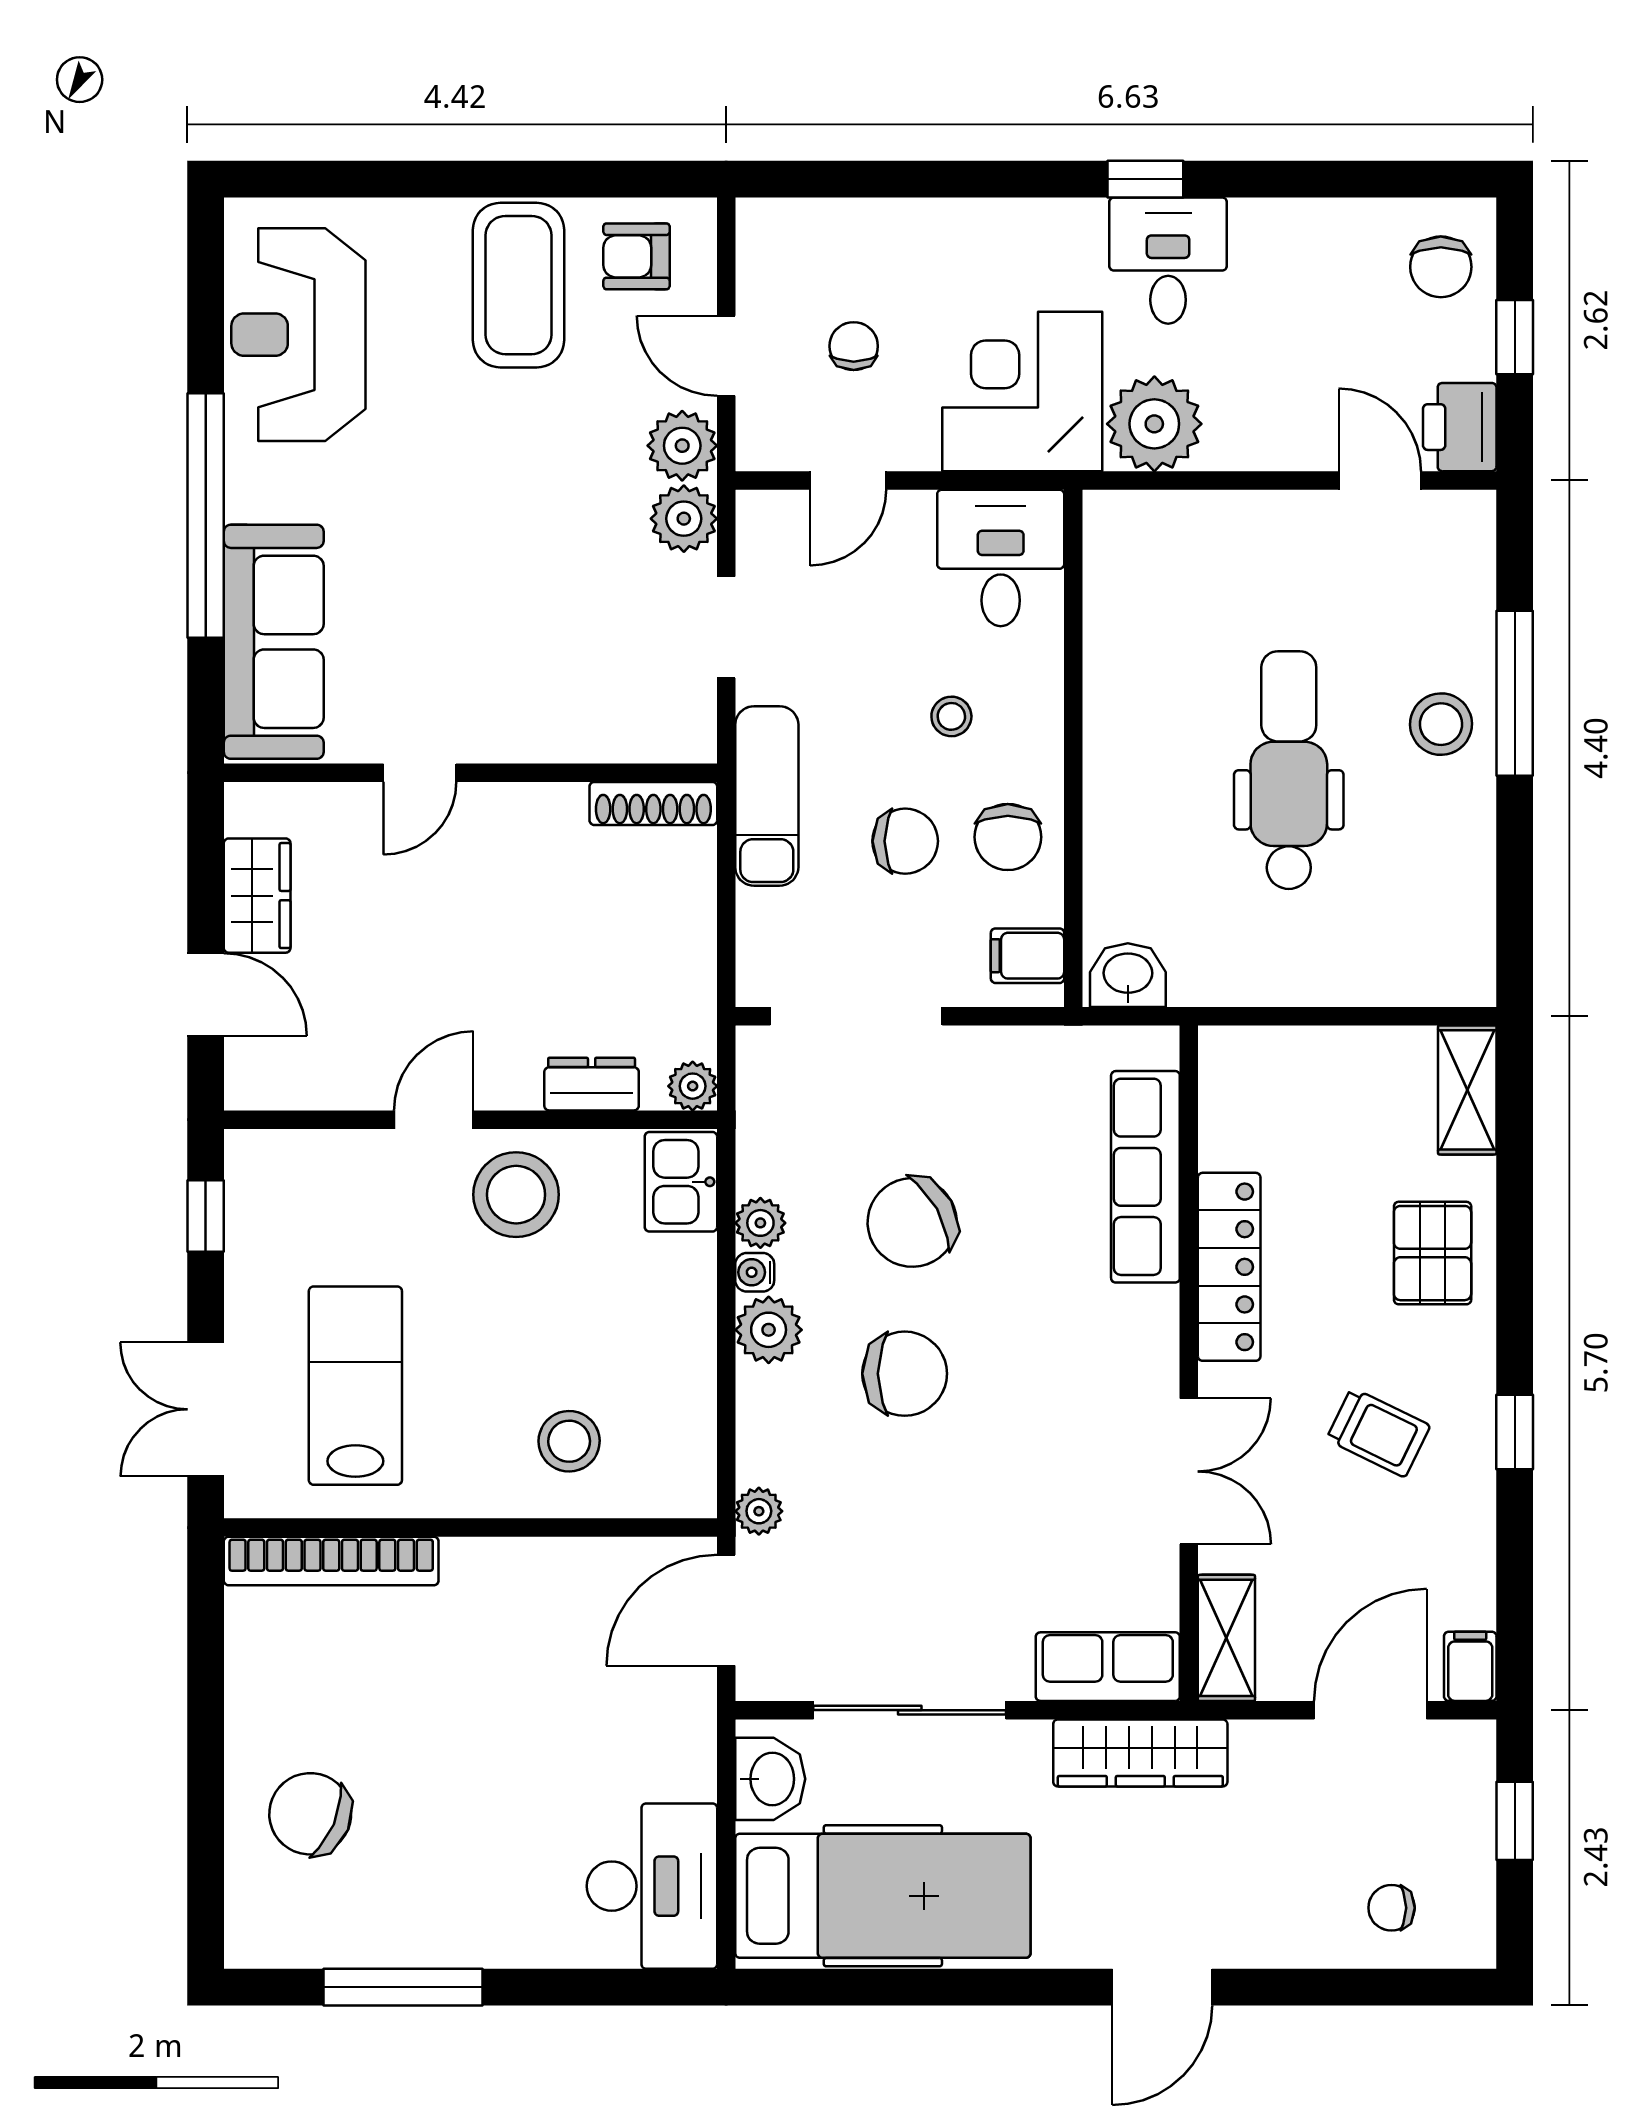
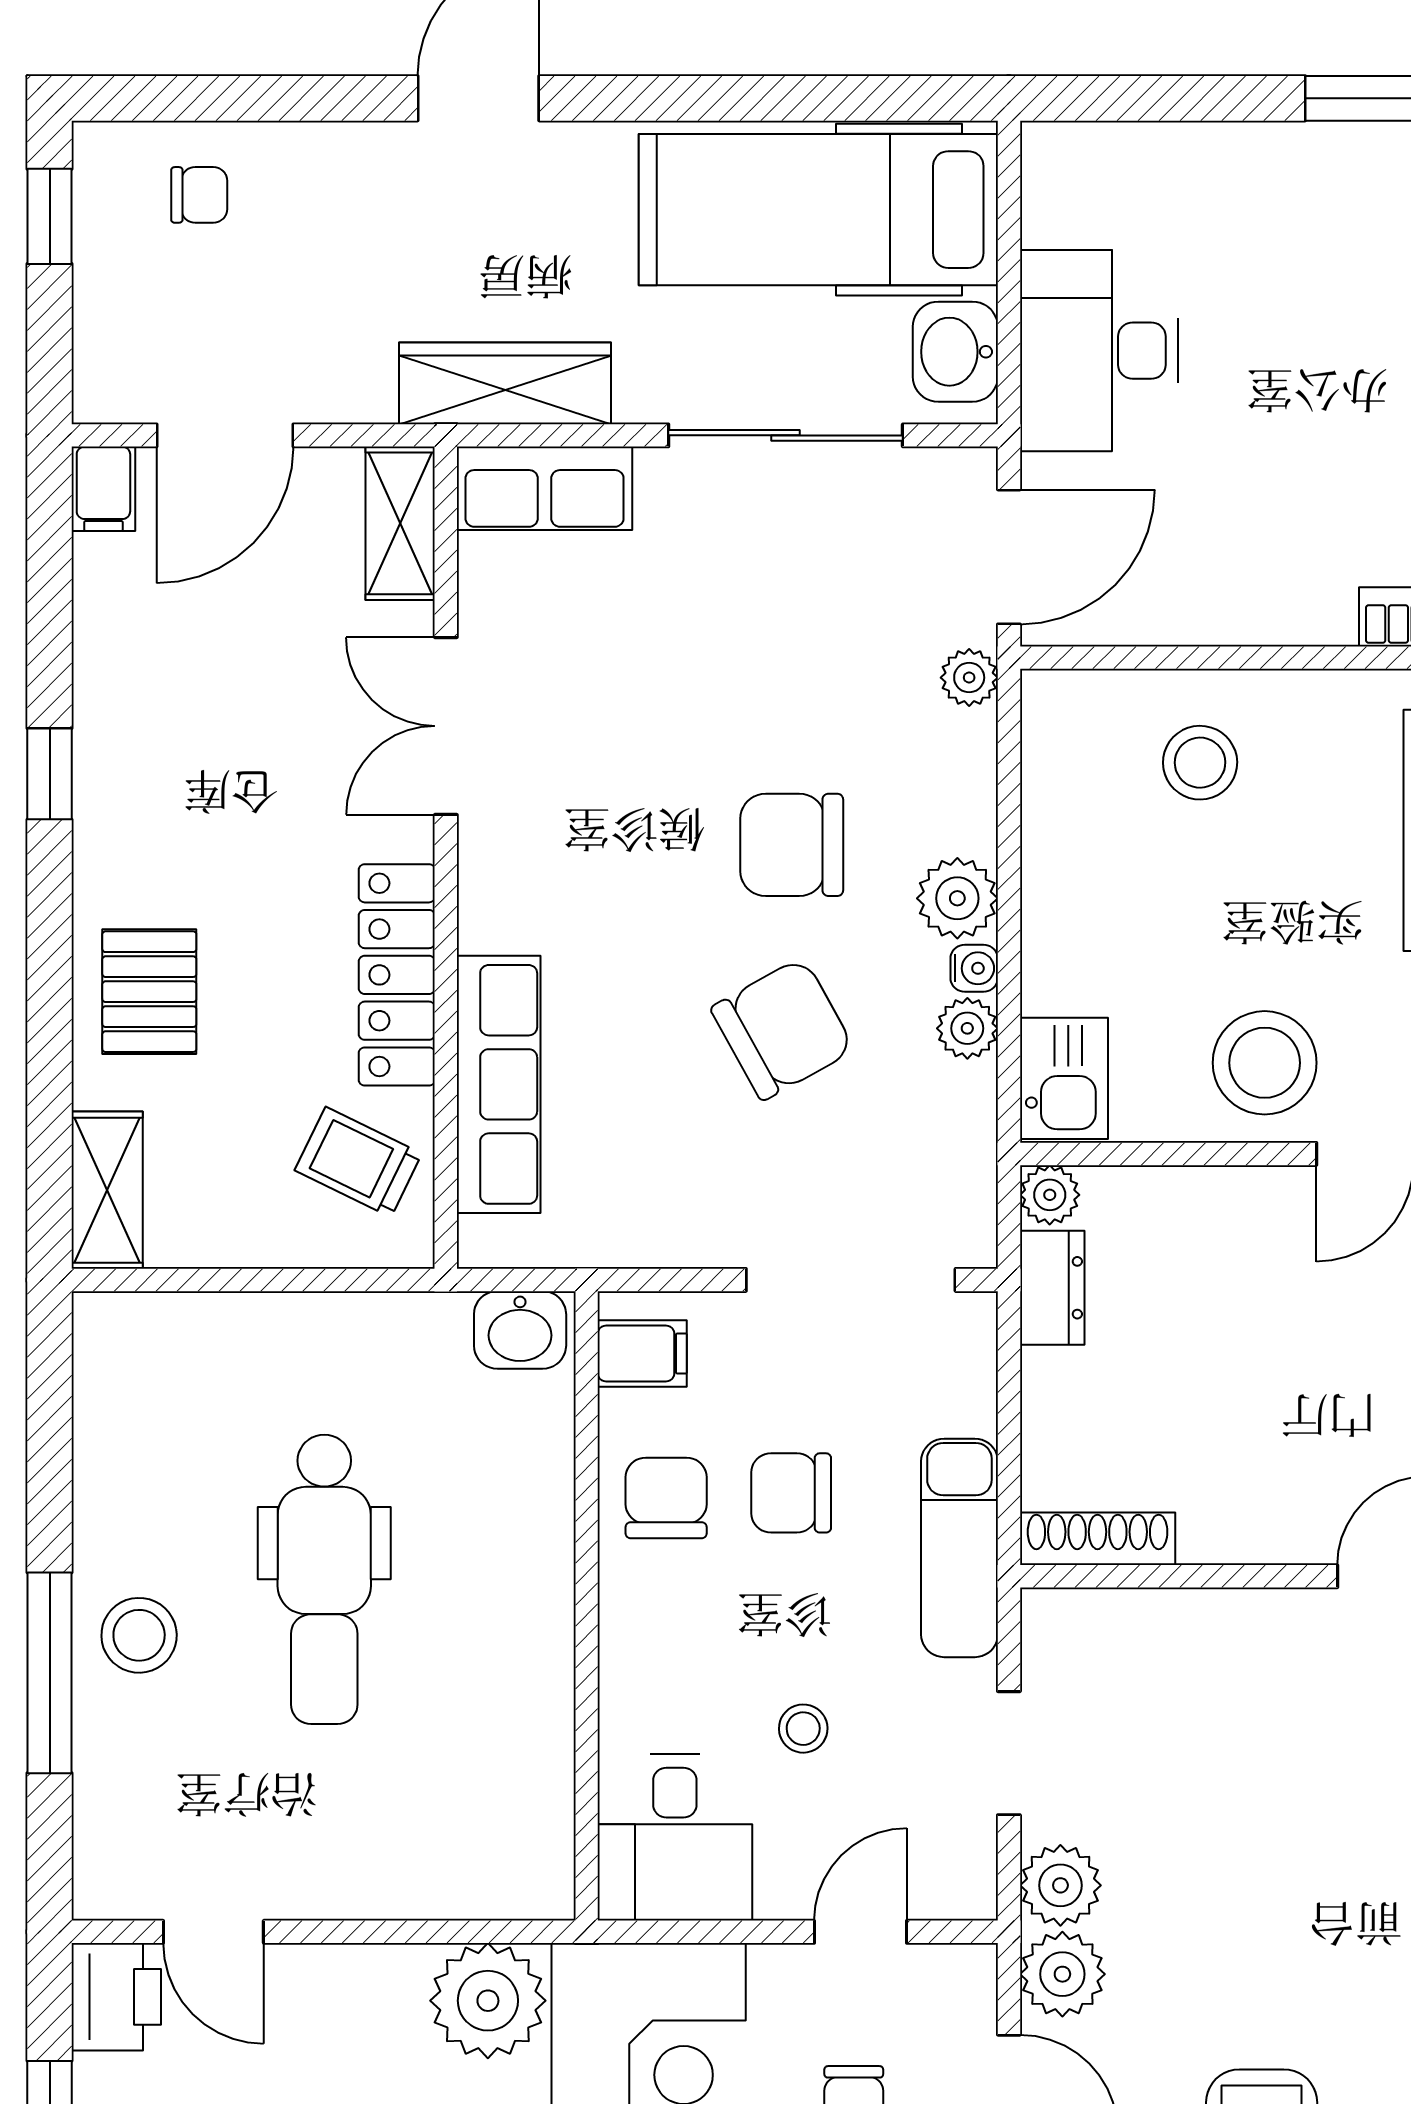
stool: (951, 716) -> (803, 1729), moved
dresser: (592, 1084) -> (1052, 1288), moved, turned -90
trolley: (1378, 1432) -> (358, 1162), moved
window: (1515, 1821) -> (50, 216), moved
desk: (652, 1886) -> (1099, 351), moved

